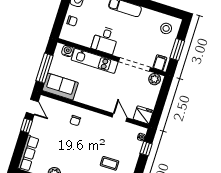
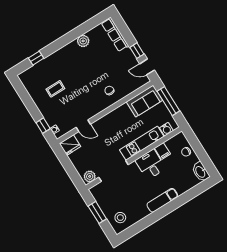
filing cabinet: (160, 63) -> (162, 151), moved

